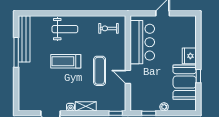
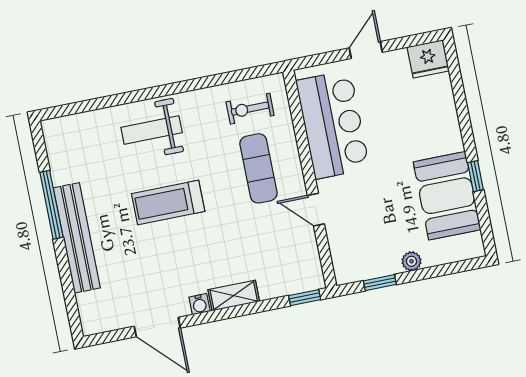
weight bench: (65, 29) -> (152, 130), turned 180
bench: (24, 39) -> (77, 238), moved
fridge: (189, 56) -> (428, 59), moved, turned -90
exercise mat: (100, 71) -> (259, 168), moved

